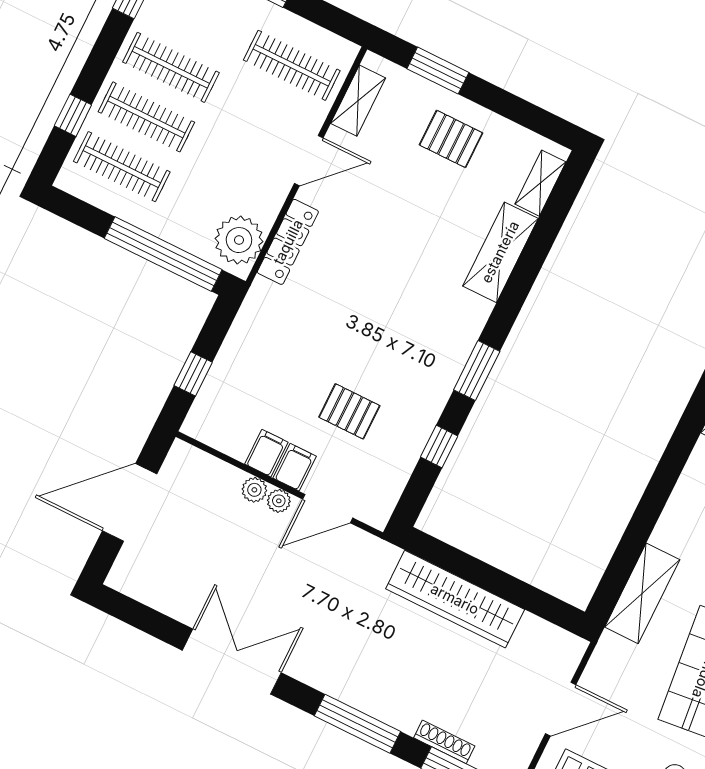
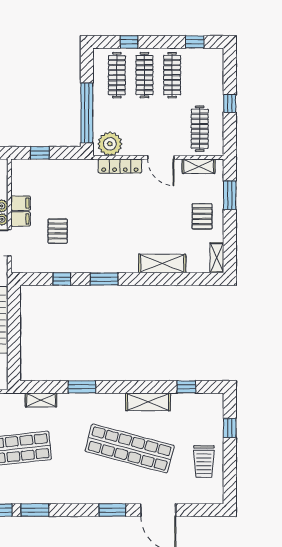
shelving: (541, 183) -> (217, 258), moved, turned 90
window: (651, 506) -> (82, 387), added
shelving: (642, 593) -> (41, 400), width x0.67, depth x0.75

